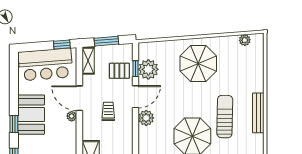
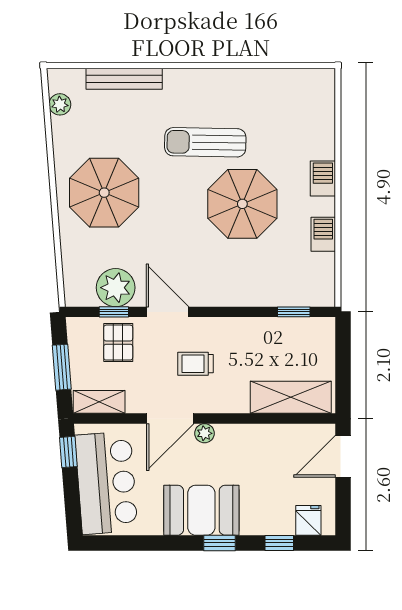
bench: (258, 113) -> (124, 79), moved
plant: (146, 118) -> (208, 292), removed

